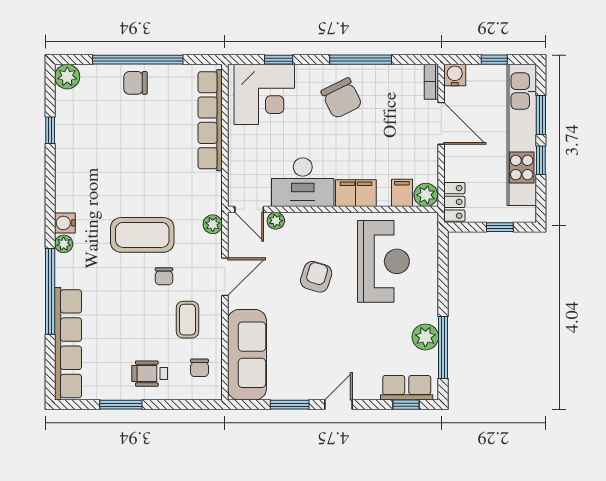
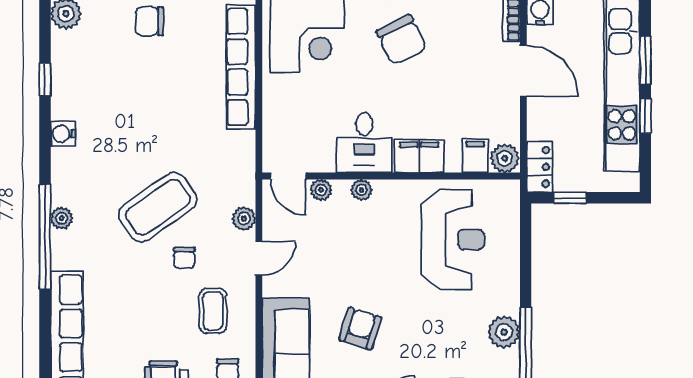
desk: (303, 182) -> (364, 143), width x0.73
plant: (309, 221) -> (361, 190), added
water cooler: (65, 223) -> (63, 134), moved
plant: (213, 224) -> (244, 219), moved
window: (500, 227) -> (570, 198), moved
coffee table: (142, 235) -> (158, 207), turned -35
door: (225, 277) -> (259, 258), width x0.73
armchair: (316, 277) -> (360, 328), moved
window: (50, 291) -> (45, 237), moved

